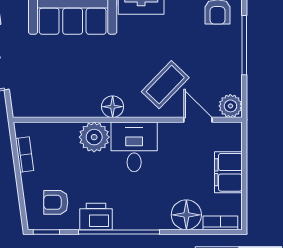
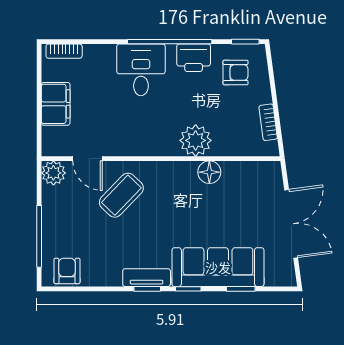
floor lamp: (113, 107) -> (209, 172), moved
desk: (134, 147) -> (141, 70), moved, turned 180
floor lamp: (186, 215) -> (99, 60), removed

